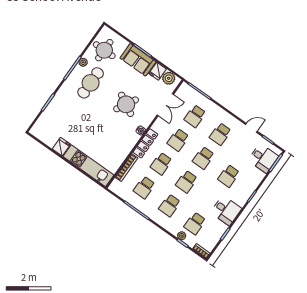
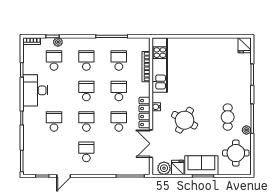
cafe table: (91, 83) -> (228, 117), width x0.73, depth x0.74
school desk: (195, 116) -> (119, 152), removed
locker: (145, 143) -> (145, 113), moved
fridge: (61, 147) -> (245, 45), moved
desk: (263, 158) -> (35, 157), removed
kitchen unit: (88, 166) -> (160, 65), moved, turned -90
desk: (226, 210) -> (35, 90), width x1.37

